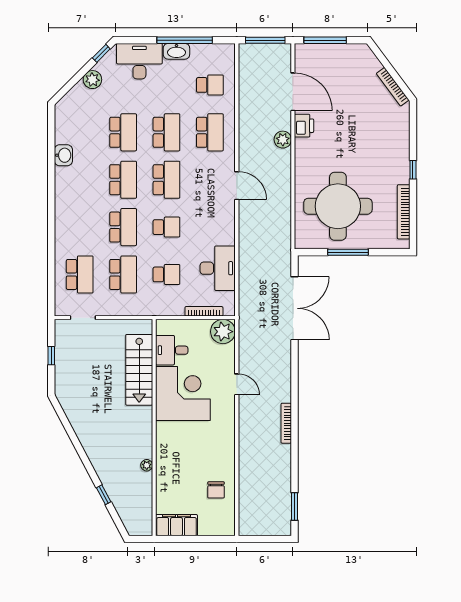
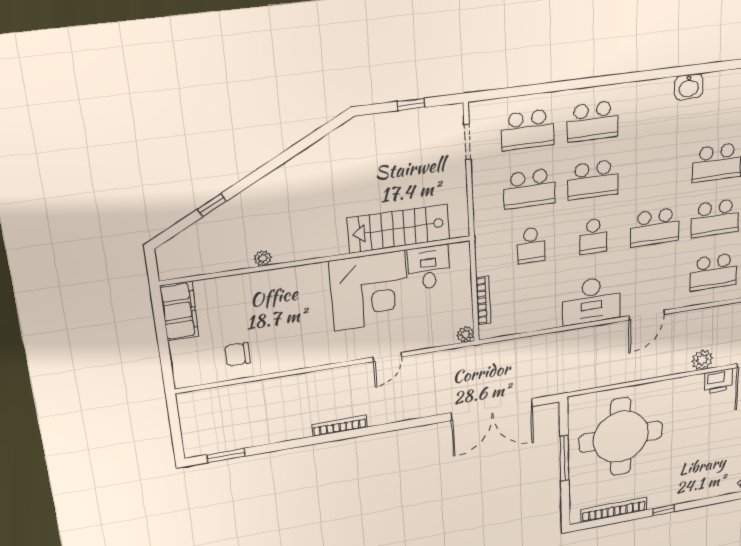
school desk: (123, 180) -> (592, 121), moved
desk: (218, 268) -> (591, 301), moved
plant: (223, 332) -> (465, 334), width x0.53, depth x0.53

